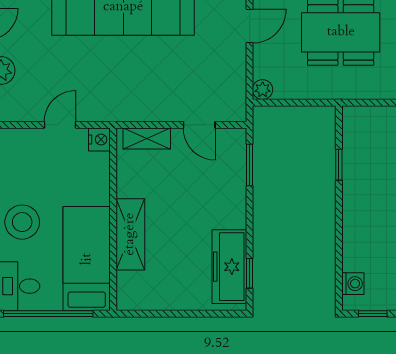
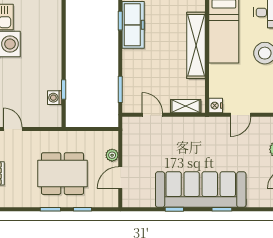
plant: (263, 90) -> (112, 155), moved
shelving: (130, 234) -> (196, 45), width x1.47
washing machine: (353, 284) -> (55, 98), moved

